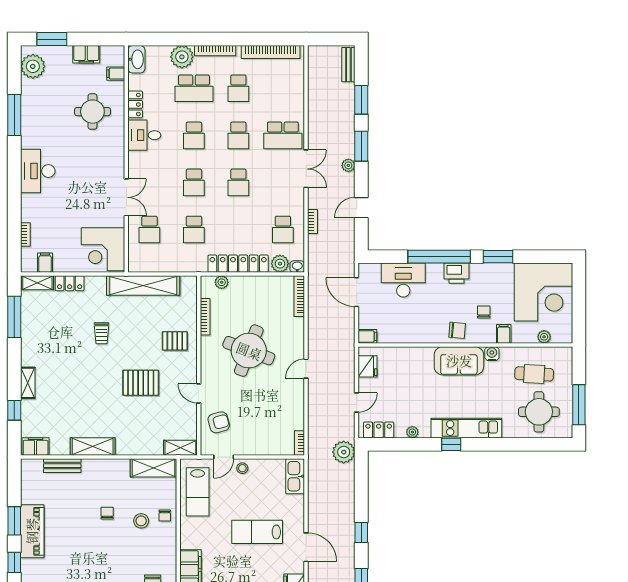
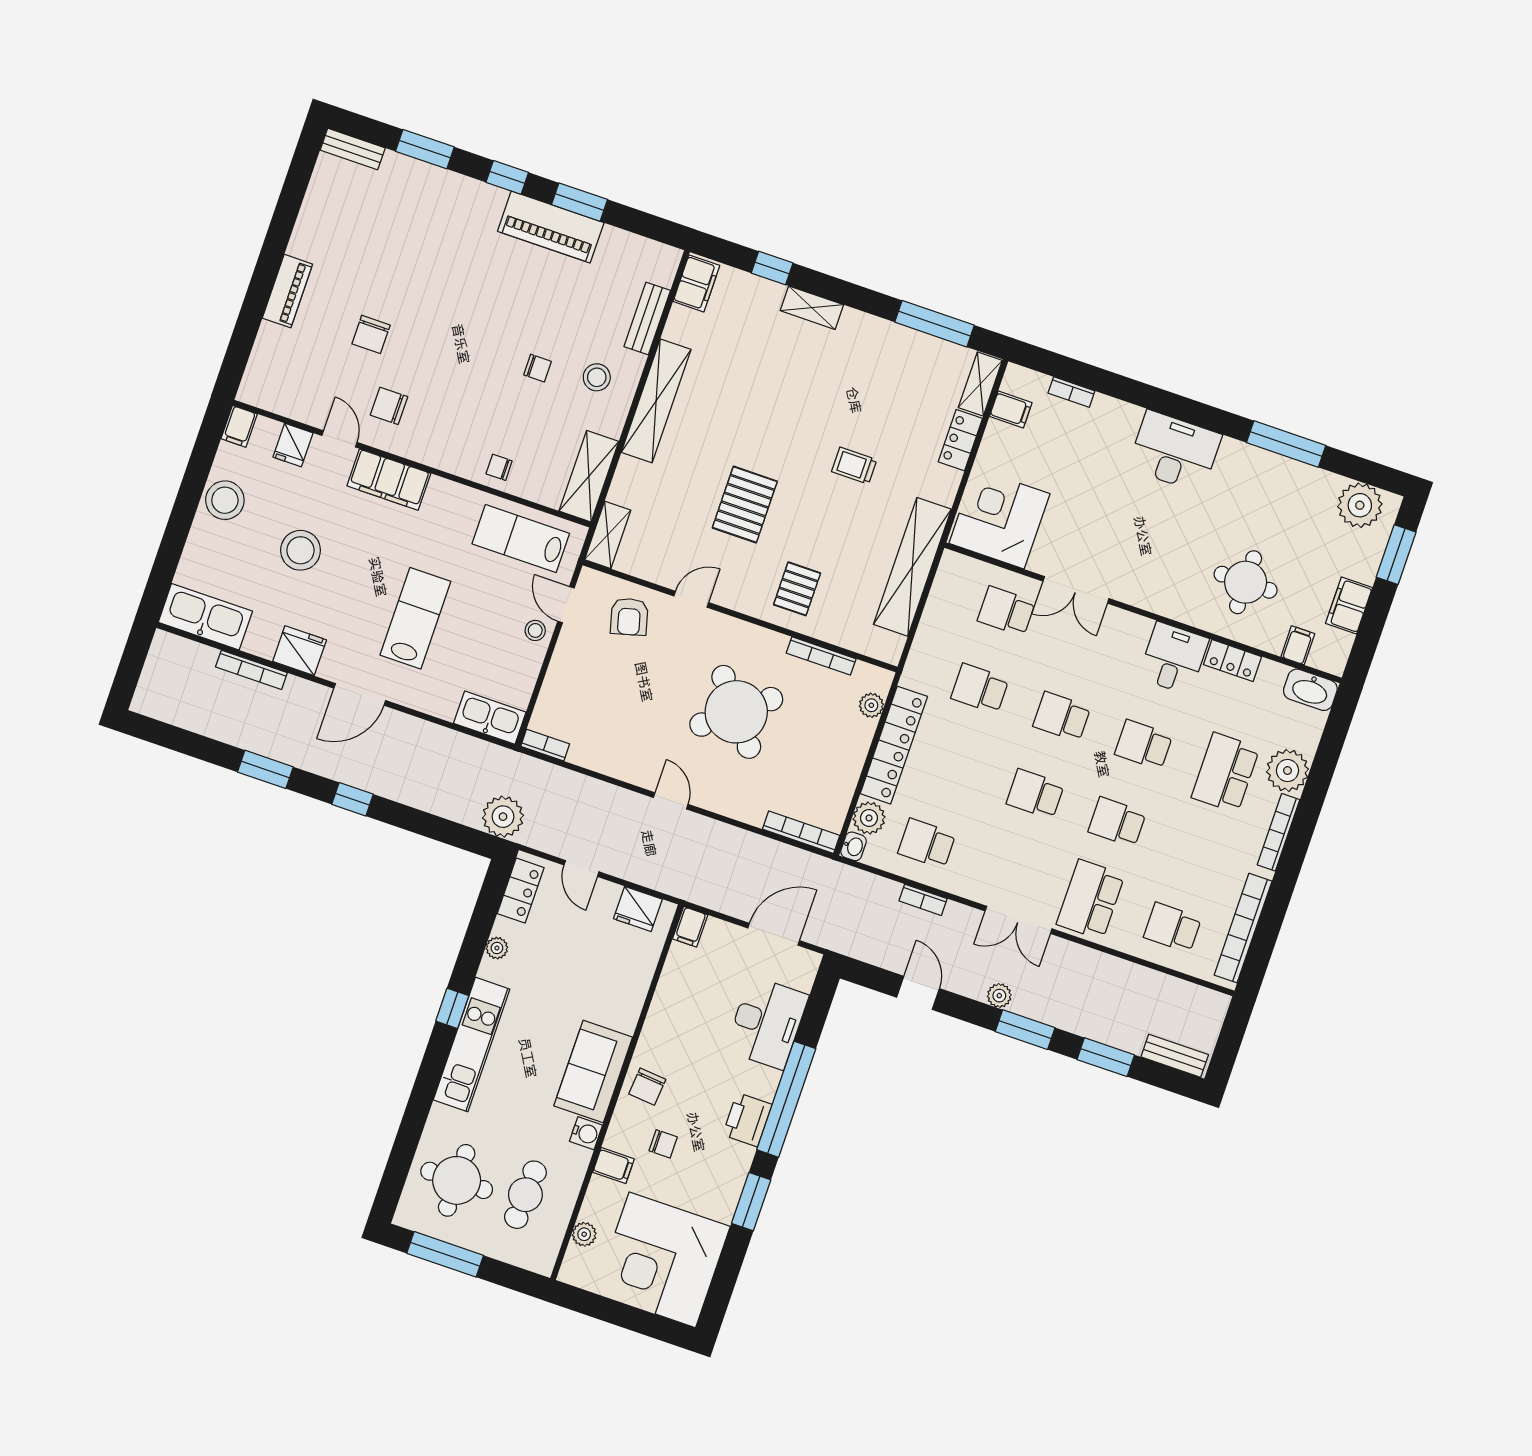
school desk: (238, 88) -> (1172, 928), moved
round table: (249, 351) -> (736, 712), turned 30
shelving: (93, 446) -> (656, 401), width x1.47
stool: (141, 521) -> (597, 377), moved

